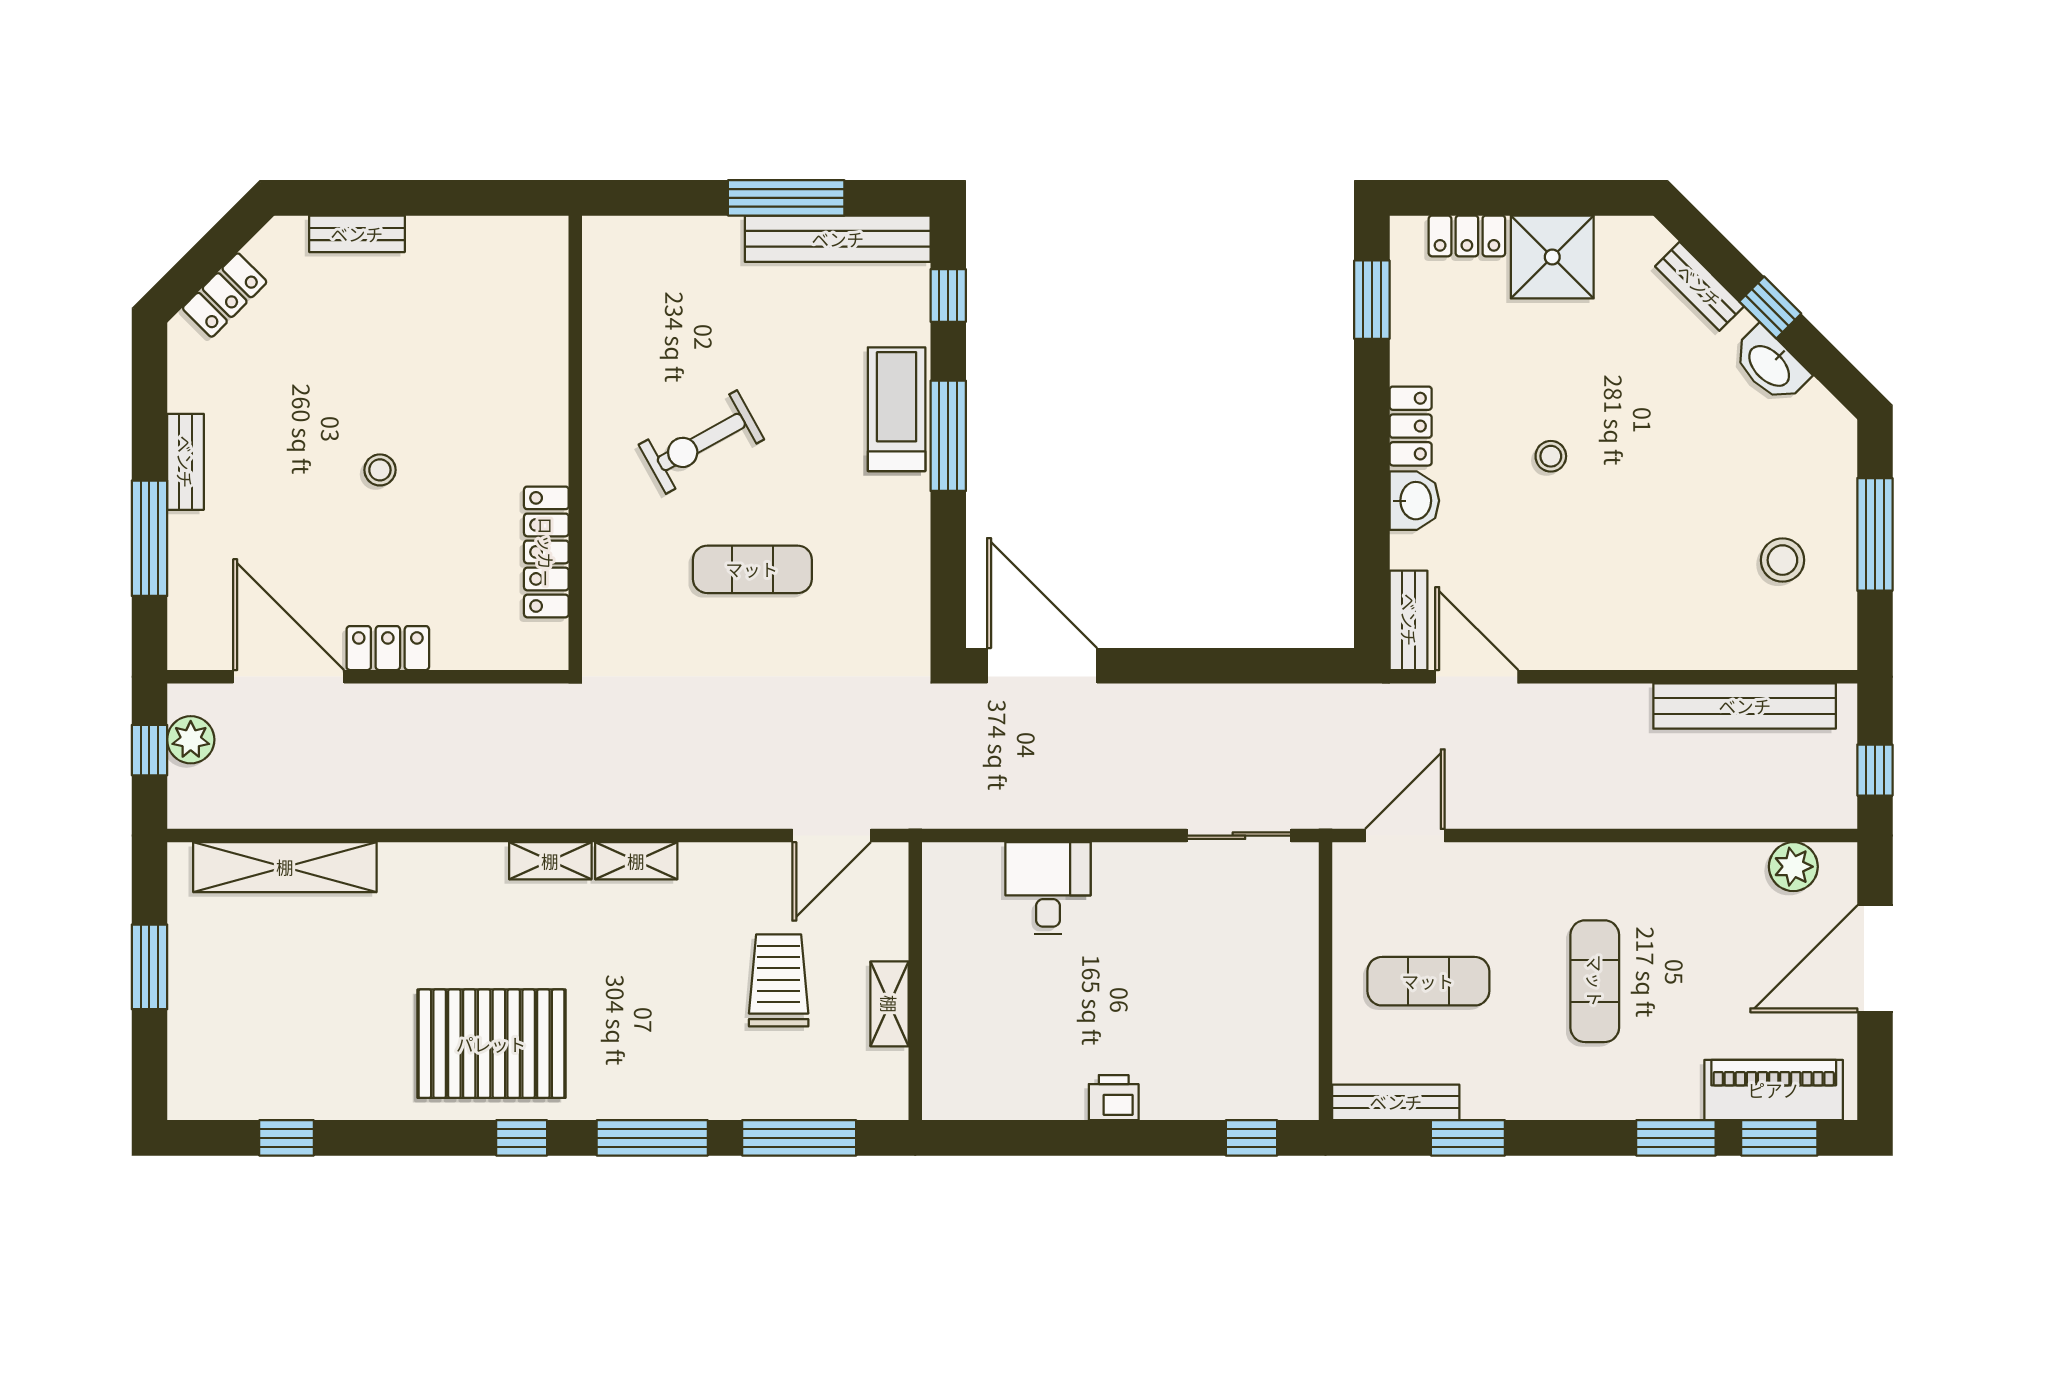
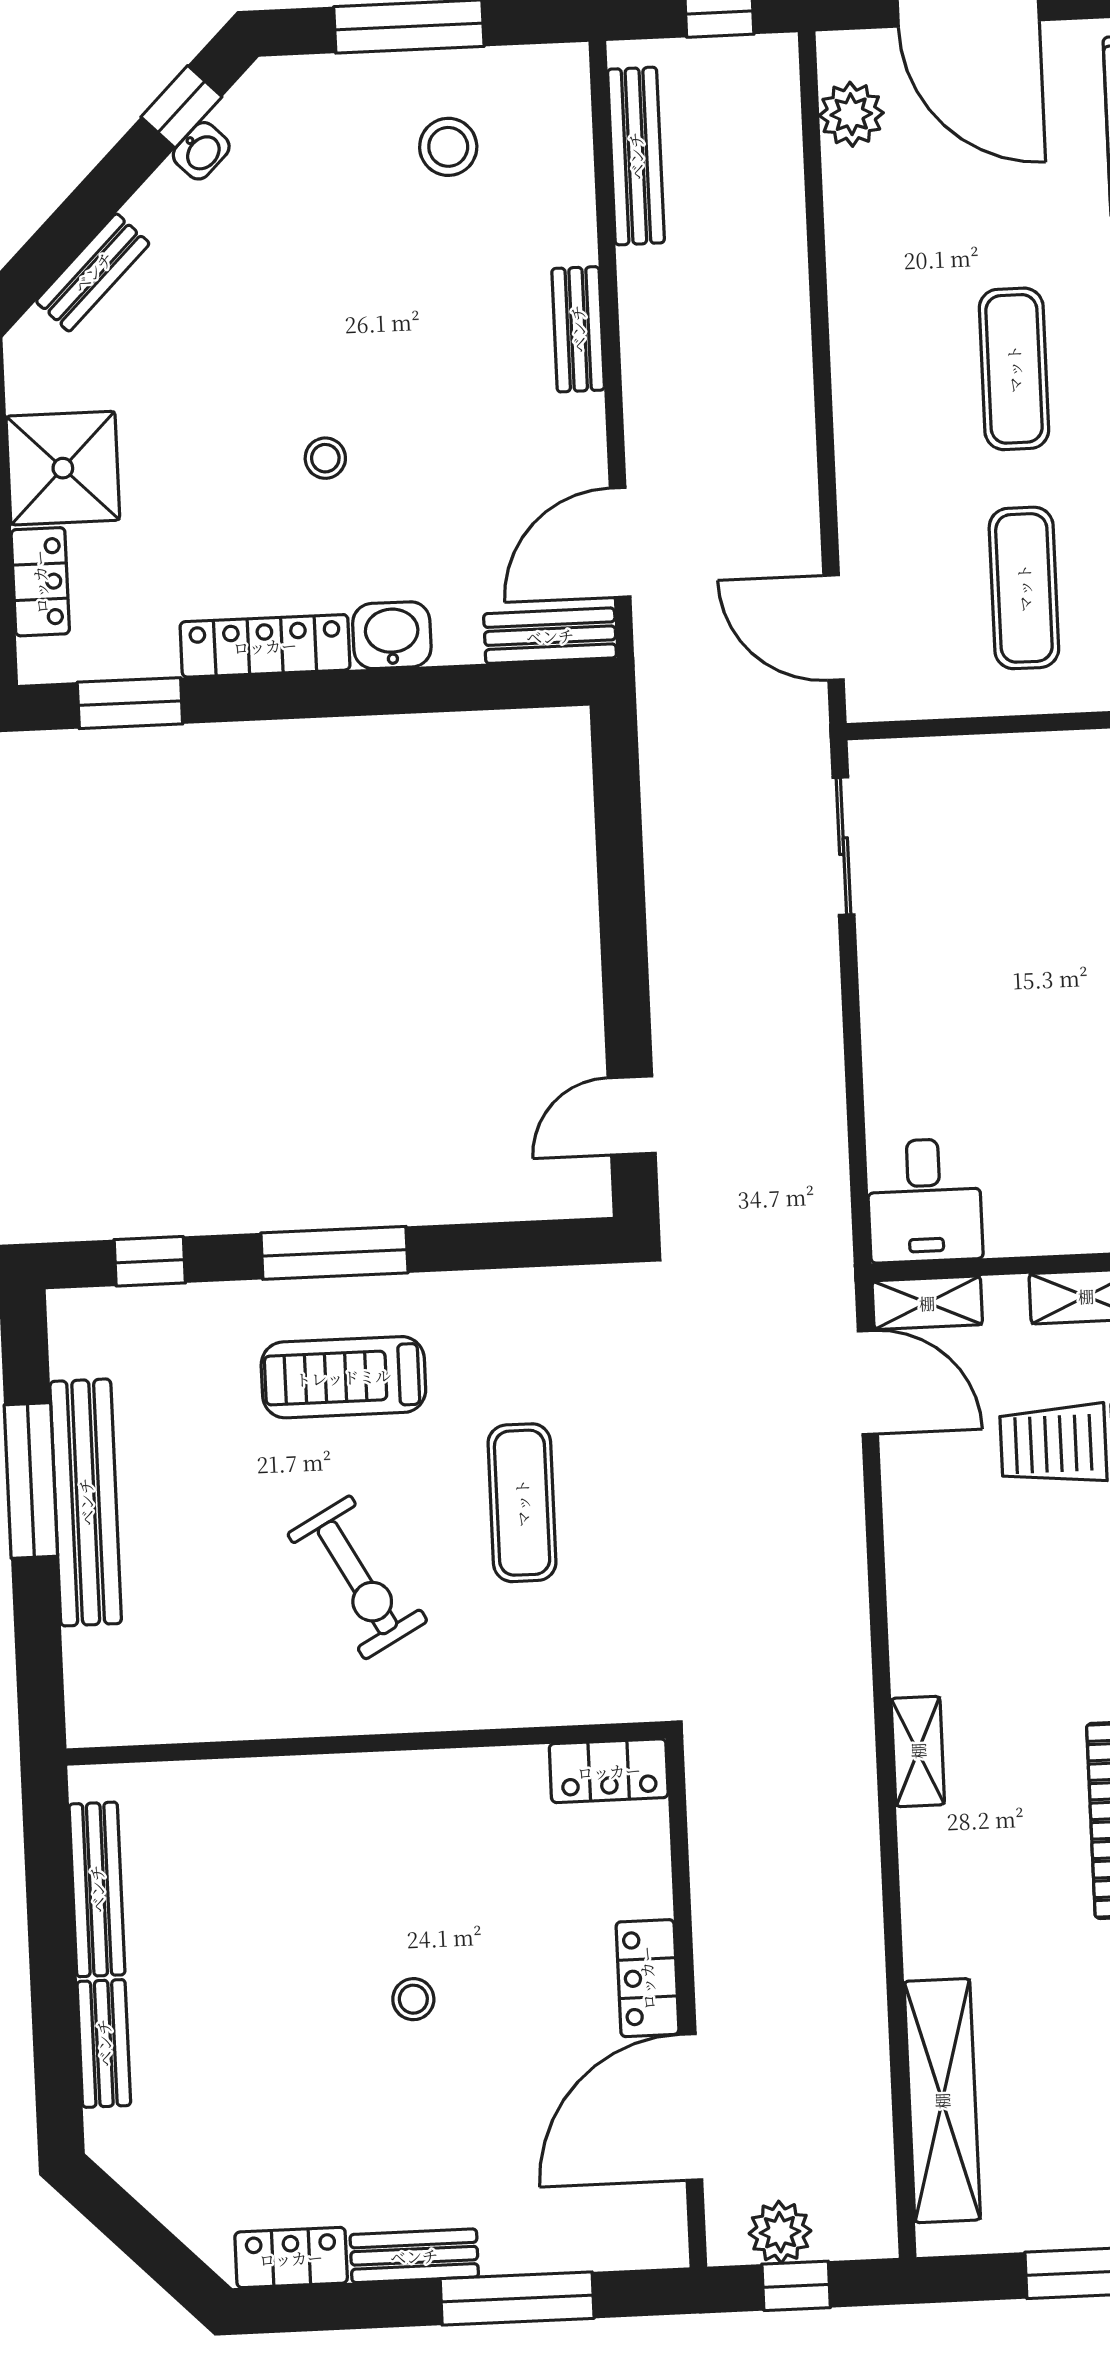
bench: (474, 234) -> (97, 1889), added
bench: (838, 239) -> (86, 1502), moved
locker: (225, 295) -> (291, 2258), moved, turned -45
window: (1770, 307) -> (181, 107), moved
washbasin: (1770, 365) -> (201, 151), width x0.52, depth x0.69
treadmill: (897, 409) -> (343, 1377), moved
locker: (1411, 426) -> (265, 646), width x1.53
locker: (546, 552) -> (609, 1771), moved, width x0.66
bench: (1640, 652) -> (578, 329), added
door: (1042, 666) -> (632, 1115), width x0.53
bench: (1745, 706) -> (636, 156), width x0.73, depth x0.82
shelving: (636, 861) -> (927, 1303), moved, turned 90
desk: (1048, 888) -> (925, 1200), moved, turned -90
exercise mat: (1595, 981) -> (1014, 369), turned 90

